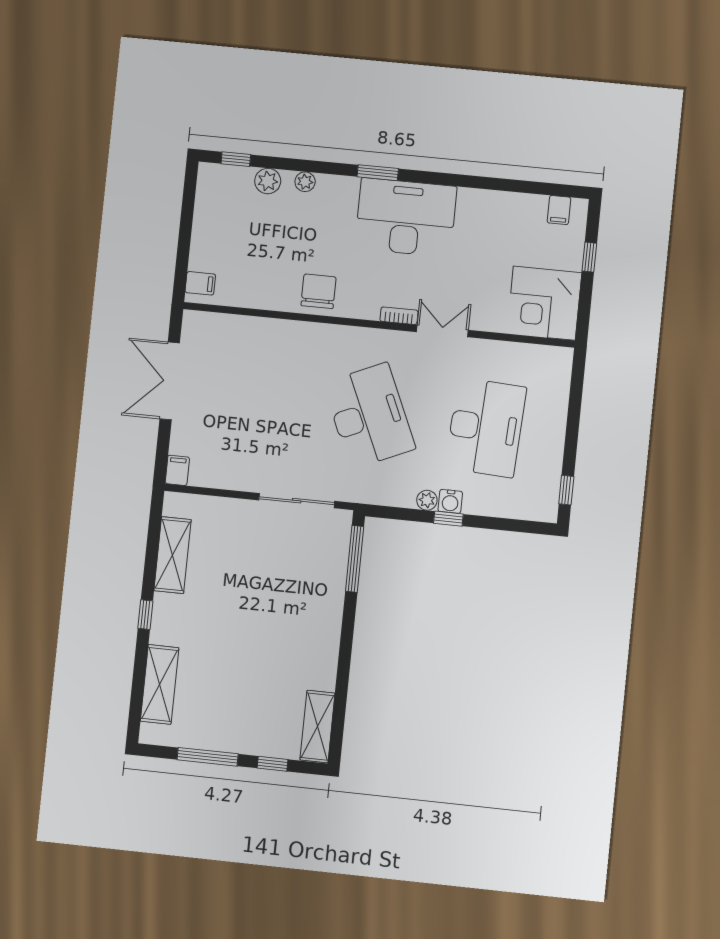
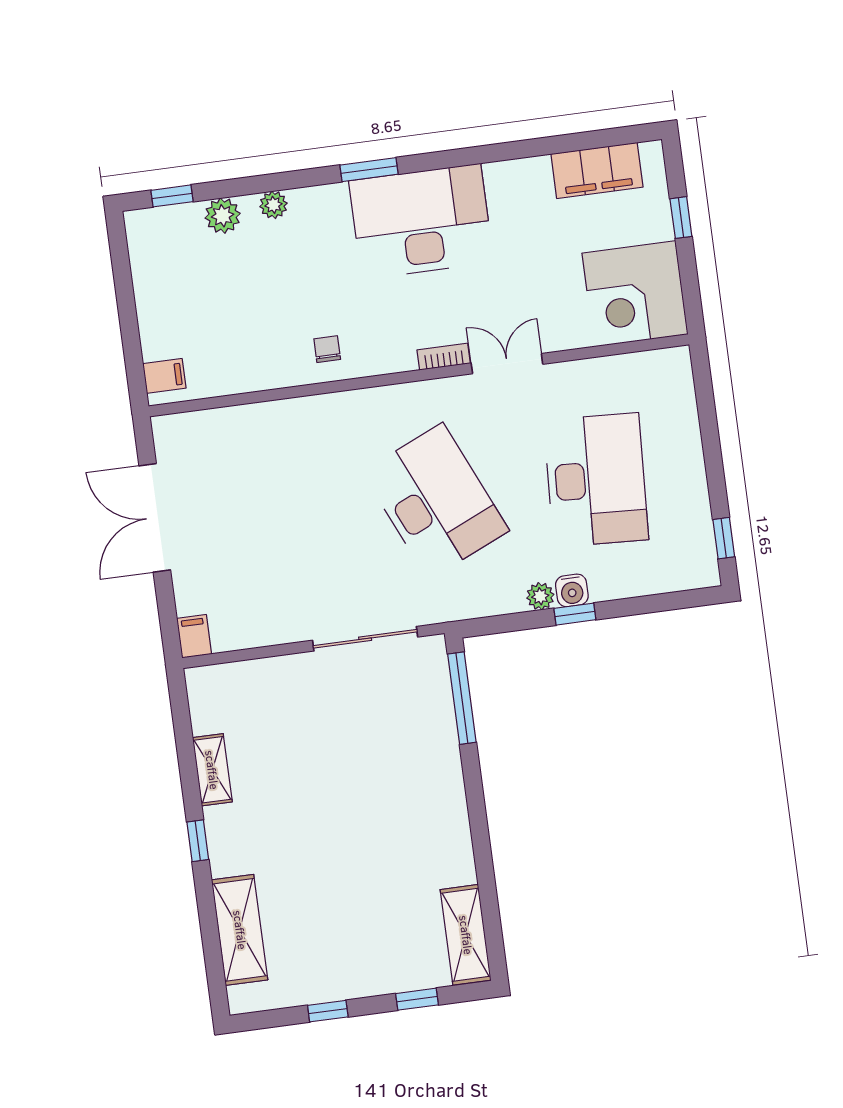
filing cabinet: (559, 210) -> (597, 170), width x3.00, depth x1.17
chair: (319, 291) -> (327, 349), width x0.54, depth x0.54
shelving: (173, 555) -> (212, 770), width x0.67, depth x0.75
window: (208, 757) -> (328, 1011), width x0.46

